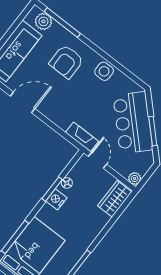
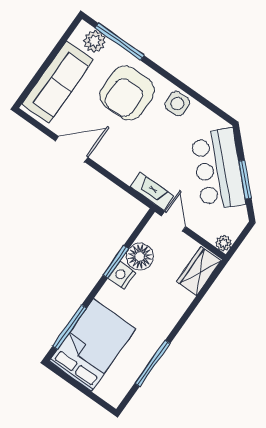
armchair: (66, 62) -> (127, 93), width x1.36, depth x1.36
floor lamp: (67, 183) -> (140, 257), width x1.89, depth x1.89

